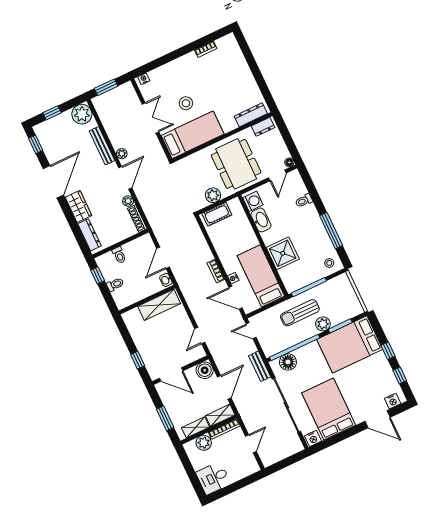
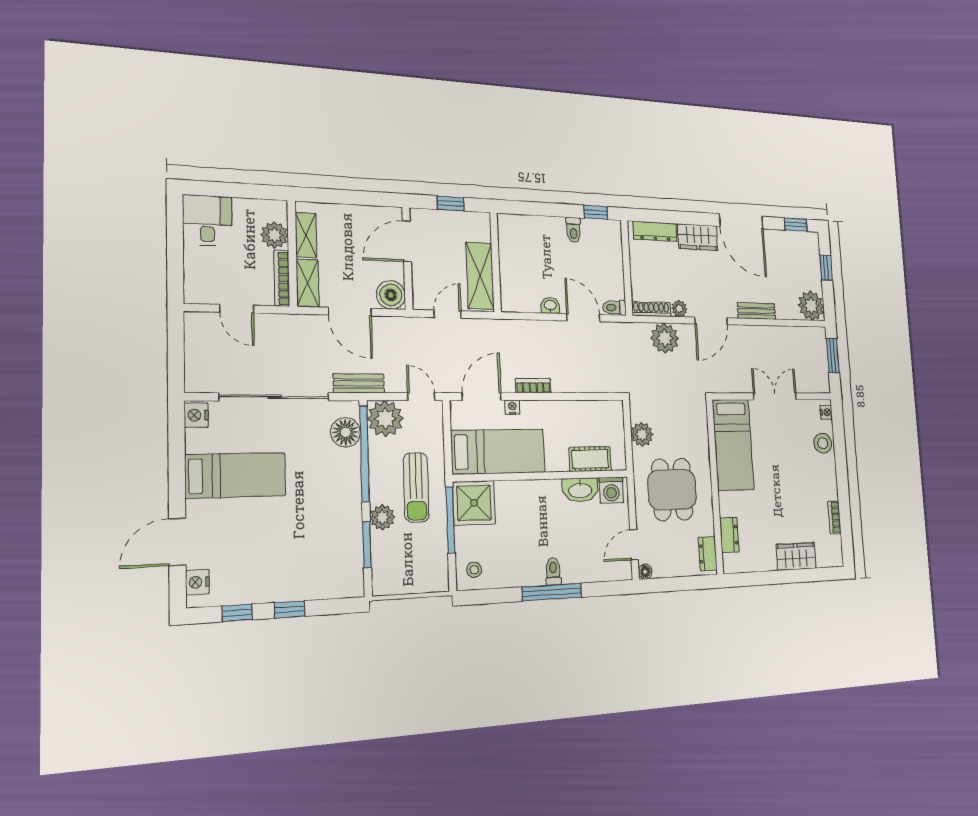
wardrobe: (240, 67) -> (796, 556), added
stool: (186, 103) -> (823, 443), moved
dresser: (251, 115) -> (729, 535), width x0.70
double door: (151, 118) -> (775, 396), swing flipped
bench: (102, 146) -> (756, 311), width x0.73
plant: (122, 154) -> (665, 338), moved, width x1.87, depth x1.87
dining table: (236, 164) -> (672, 490), width x0.73
door: (277, 175) -> (634, 545), hinge flipped
door: (125, 178) -> (711, 321), hinge flipped
toilet: (304, 201) -> (553, 571), moved
cot: (217, 214) -> (590, 459), moved, turned 90
window: (331, 230) -> (552, 592), moved
shower: (283, 253) -> (474, 503), moved
toilet: (119, 255) -> (614, 308), moved
wall: (147, 300) -> (495, 262), moved
shelving: (159, 305) -> (480, 276), moved
sun lounger: (300, 313) -> (416, 487), turned 180
door: (251, 331) -> (421, 397), hinge flipped
door: (200, 336) -> (448, 314), hinge flipped
bed: (350, 344) -> (329, 548), removed
plant: (271, 345) -> (385, 419), added
bed: (329, 409) -> (236, 475), width x0.67
window: (165, 418) -> (342, 197), removed

